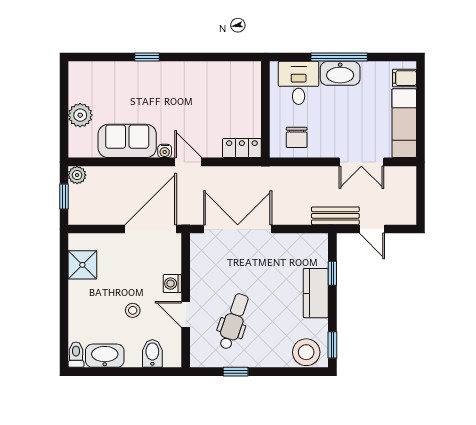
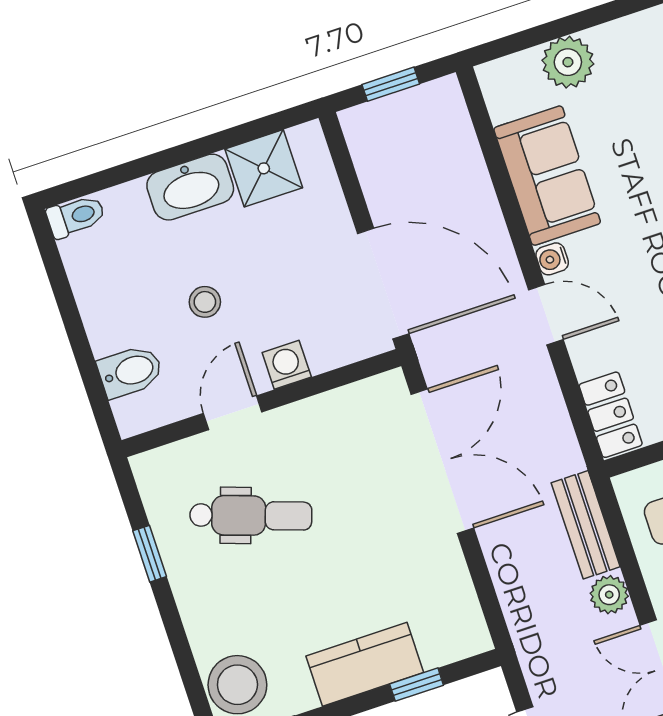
door: (188, 162) -> (546, 315), hinge flipped
plant: (77, 175) -> (609, 595), moved
bench: (335, 216) -> (586, 525), moved
washbasin: (105, 356) -> (190, 187), moved, turned 90

